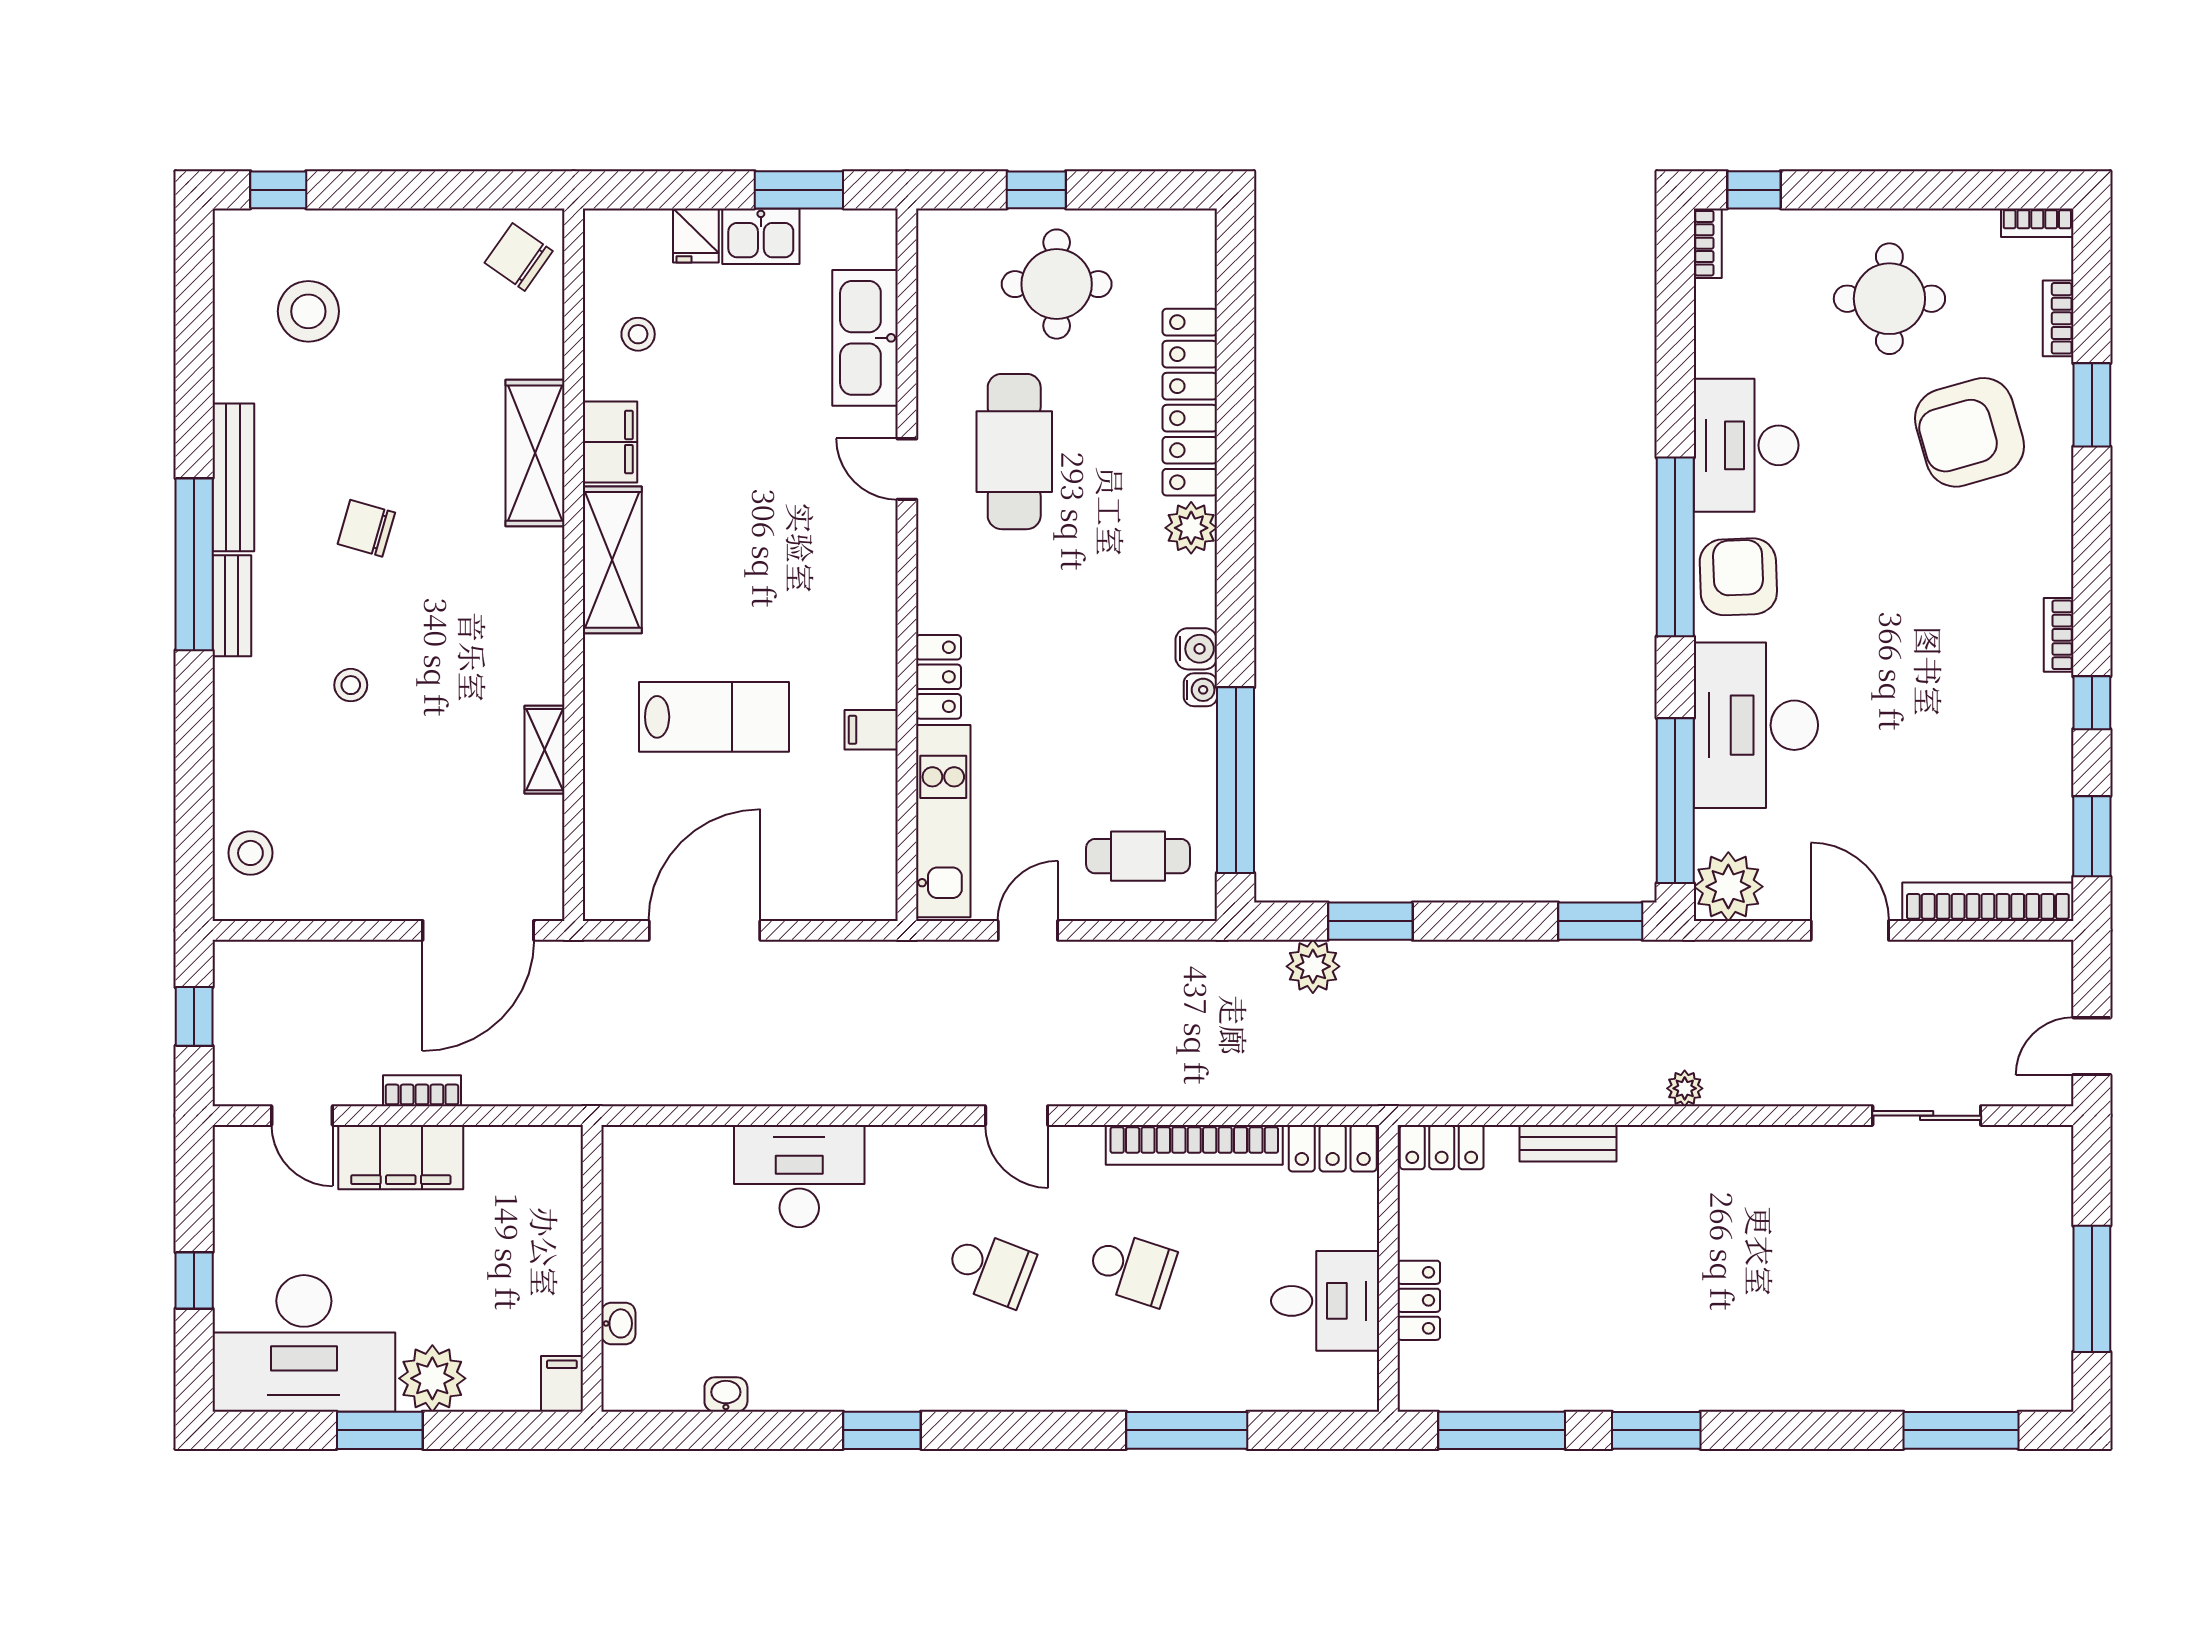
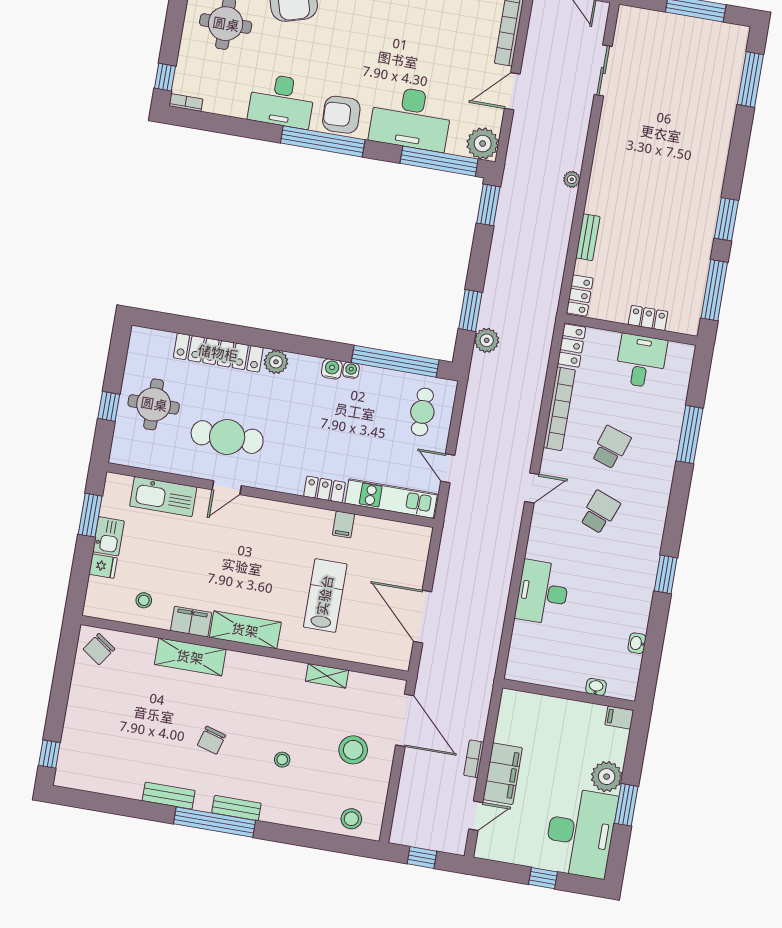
stool: (308, 311) -> (353, 750), moved
bench: (233, 477) -> (169, 796), width x0.73

